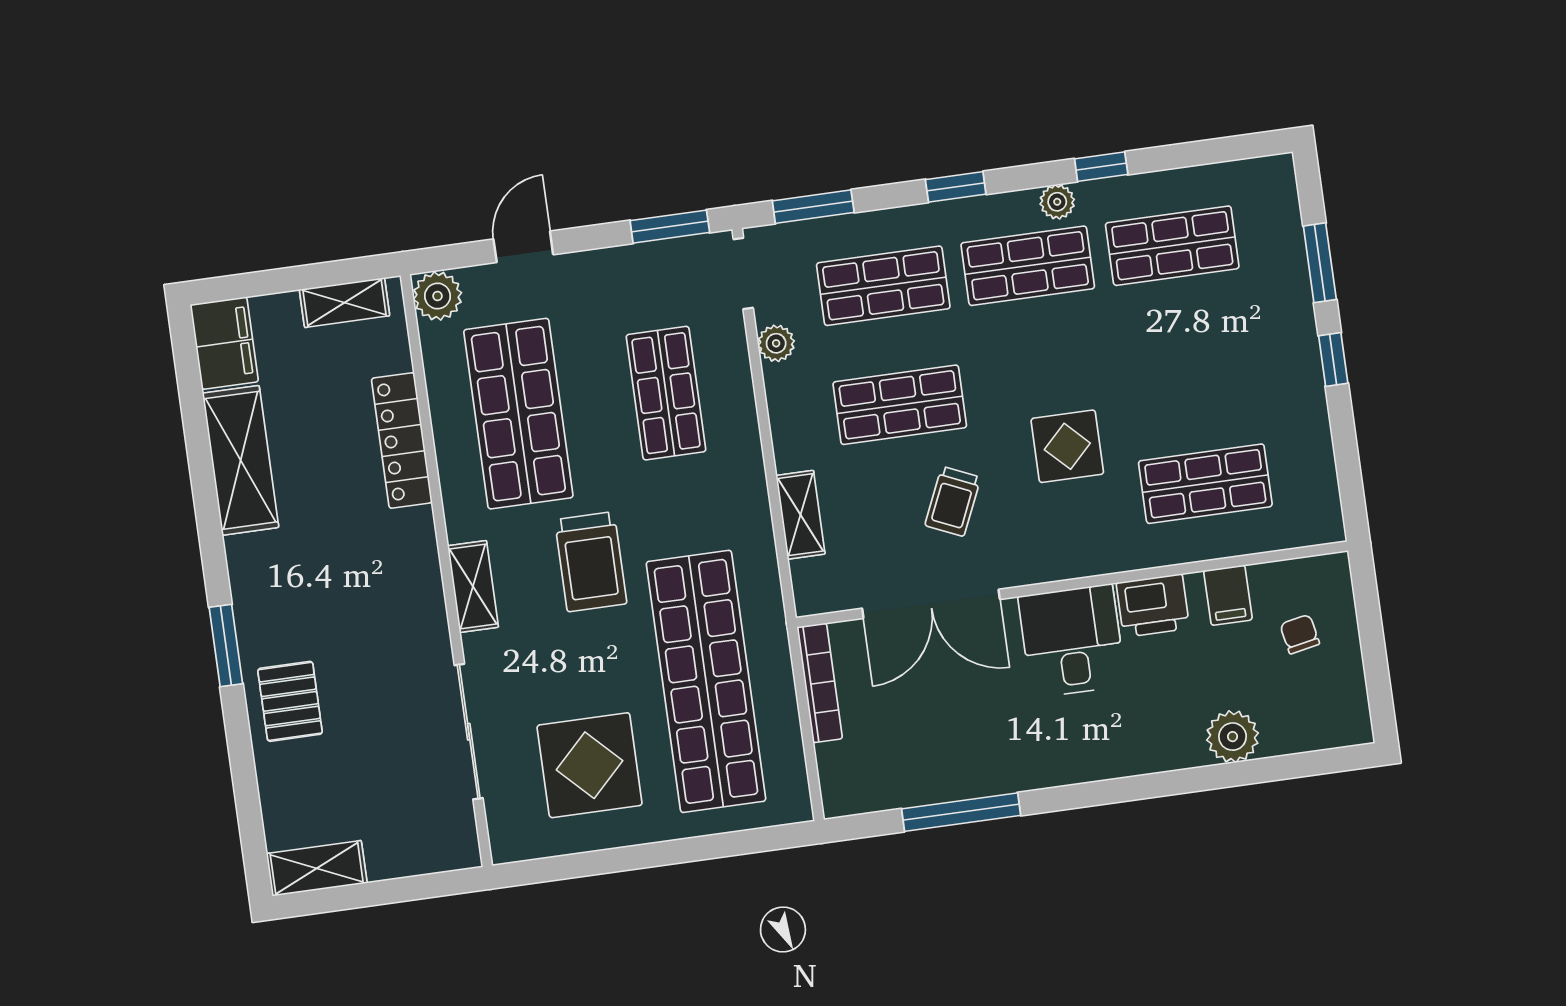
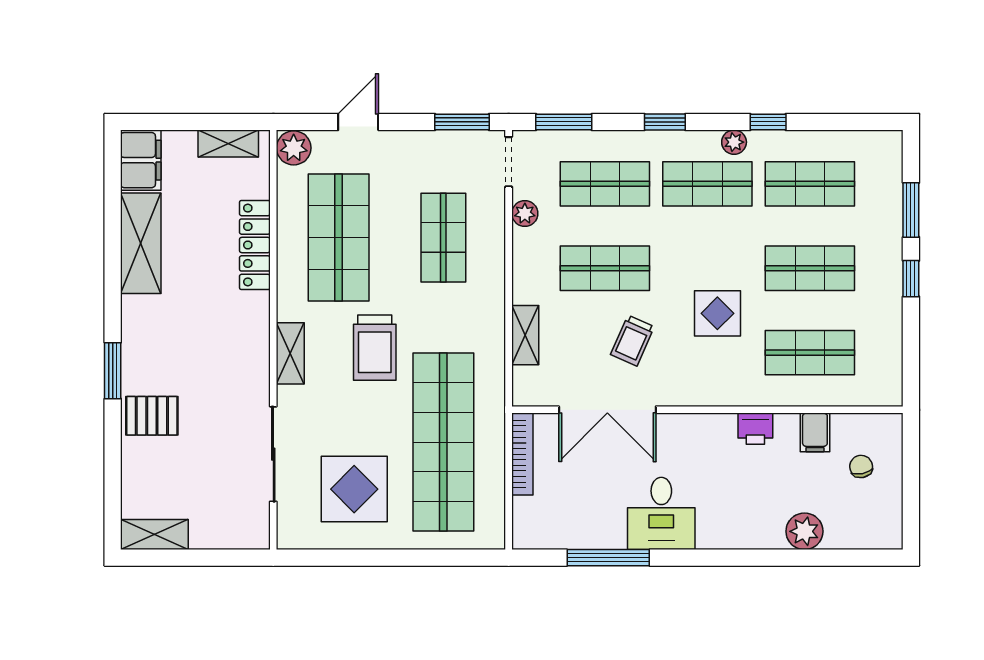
shop shelf: (1189, 365) -> (810, 268), added
printer: (1153, 606) -> (755, 429), width x0.73, depth x0.81
desk: (1072, 641) -> (661, 513), moved, turned 180
pallet: (290, 701) -> (152, 416), turned 90

